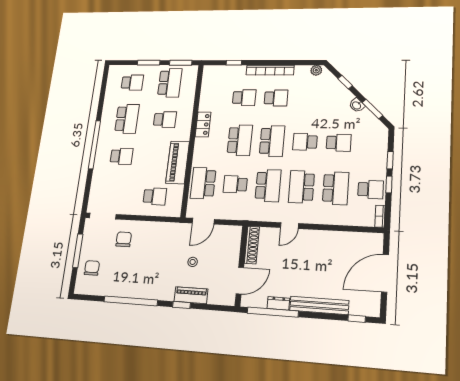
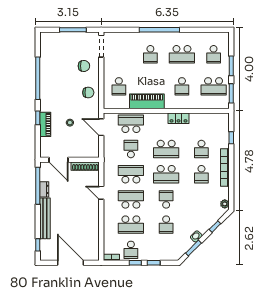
school desk: (268, 186) -> (131, 174), turned 180
chair: (92, 268) -> (88, 93), moved

